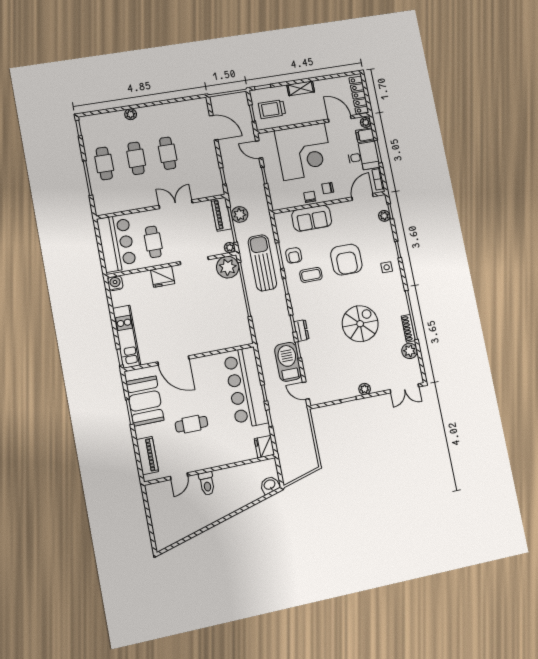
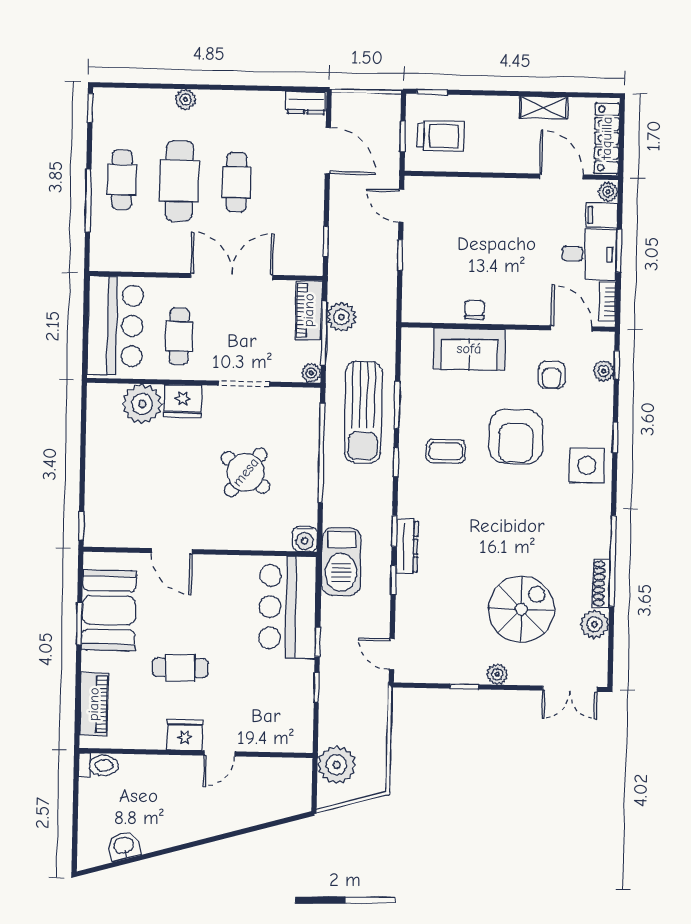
shelving: (301, 88) -> (544, 107), moved
dresser: (197, 105) -> (306, 103), added
trolley: (272, 109) -> (441, 136), turned 180
corner desk: (304, 152) -> (482, 225), removed
cafe table: (136, 158) -> (179, 181), width x1.37, depth x1.35
chair: (328, 188) -> (511, 300), removed
door: (363, 197) -> (571, 328), hinge flipped
double door: (176, 204) -> (232, 276), width x1.37
armchair: (294, 255) -> (552, 375), moved
sun lounger: (262, 263) -> (363, 412), turned 180
plant: (228, 267) -> (142, 404), moved
side table: (387, 267) -> (587, 465), width x1.87, depth x1.87
water cooler: (115, 283) -> (305, 539), moved, turned 180
round table: (205, 309) -> (246, 472), added
spiral stairs: (360, 324) -> (521, 609), moved
dresser: (301, 330) -> (407, 547), width x1.44
kitchen unit: (127, 337) -> (100, 493), removed
door: (173, 360) -> (172, 551), width x0.73
barbecue: (288, 362) -> (341, 561), moved, turned 180
bar counter: (246, 388) -> (287, 607), width x0.73
fridge: (264, 447) -> (185, 735), moved, turned 90
plant: (289, 458) -> (337, 765), added
door: (179, 476) -> (219, 753), moved
toilet: (207, 483) -> (99, 765), moved, turned -90
washbasin: (270, 485) -> (124, 846), moved

